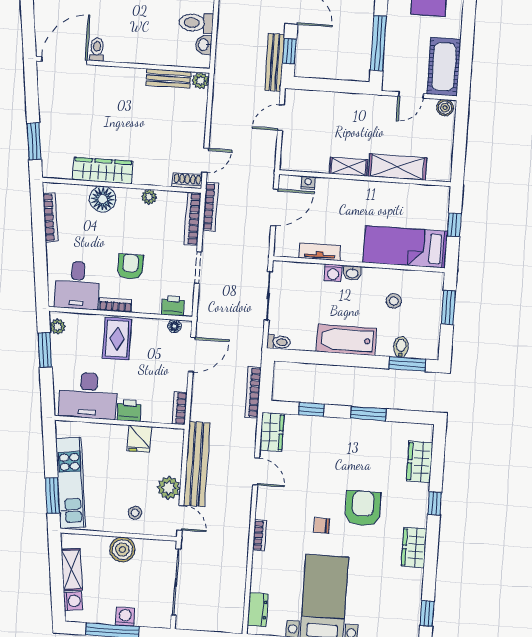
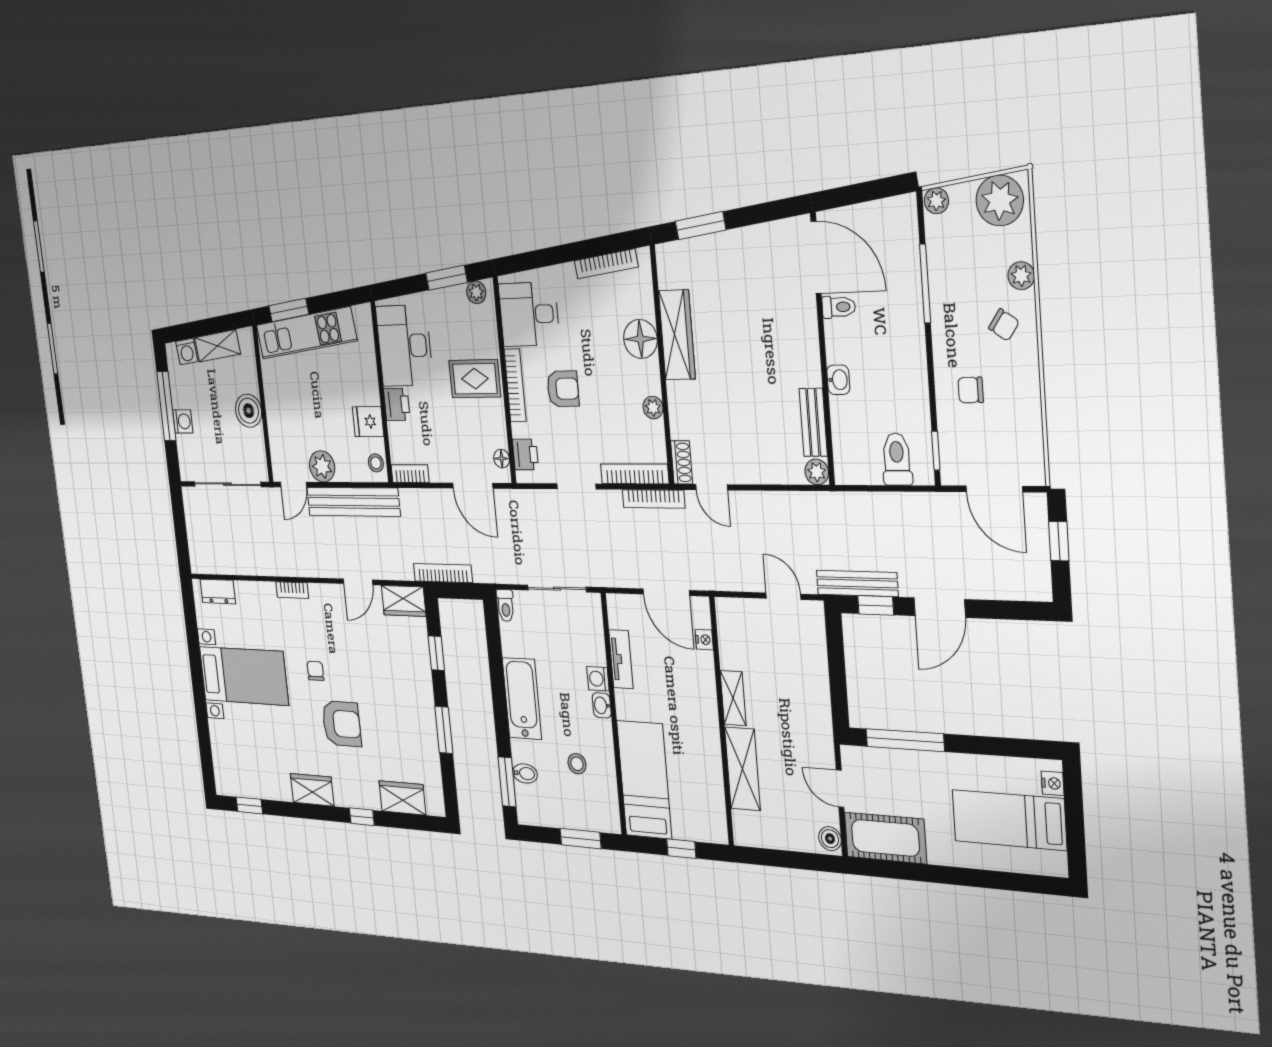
washbasin: (204, 45) -> (838, 380), moved, turned 90
bookcase: (115, 305) -> (515, 385), width x1.56
stool: (135, 513) -> (376, 463), moved

